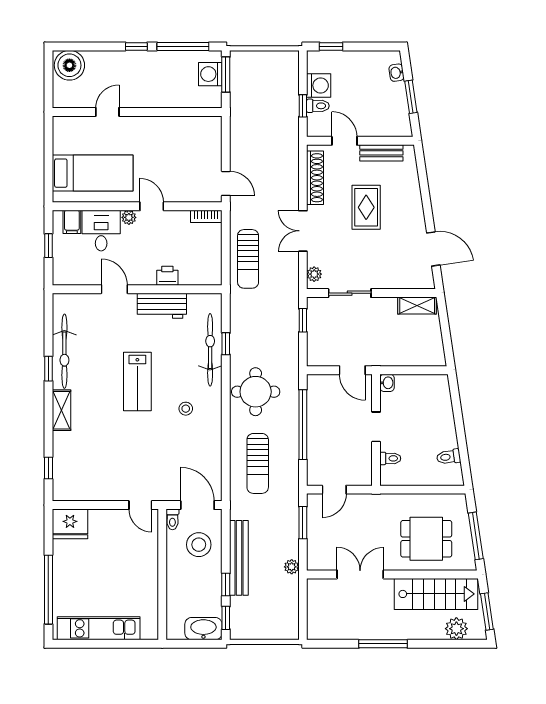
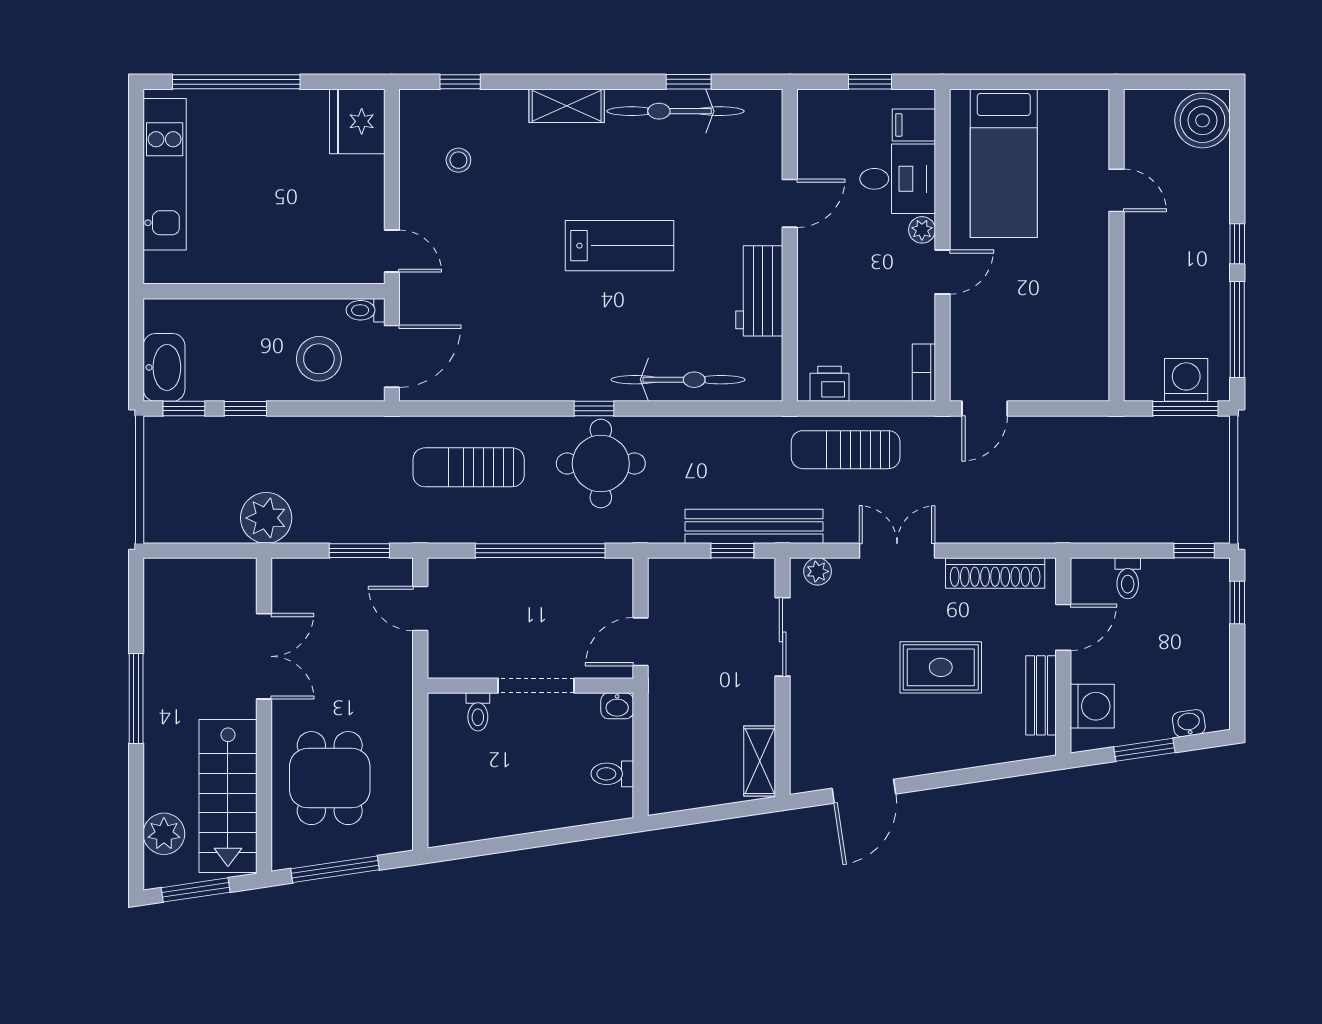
washing machine: (319, 85) -> (1092, 706), moved, turned -90
window: (303, 106) -> (1194, 551), moved
printer: (167, 276) -> (830, 384), moved, turned -90
window: (226, 344) -> (594, 409), moved
window: (48, 369) -> (689, 82), moved
lab bench: (137, 382) -> (620, 246), turned 180
stool: (186, 409) -> (458, 160), moved
doorway: (376, 427) -> (536, 686), width x1.38
toilet: (449, 457) -> (612, 774), moved, turned -82
door: (140, 505) -> (392, 251), swing flipped
bench: (239, 558) -> (754, 526), moved
plant: (292, 567) -> (266, 518), width x1.88, depth x1.88

